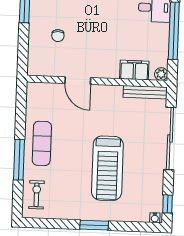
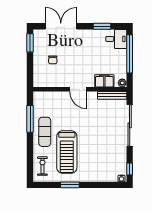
door: (78, 81) -> (78, 89), moved
window: (19, 160) -> (30, 119), moved
treadmill: (107, 168) -> (67, 152), moved
window: (94, 225) -> (70, 185), moved

